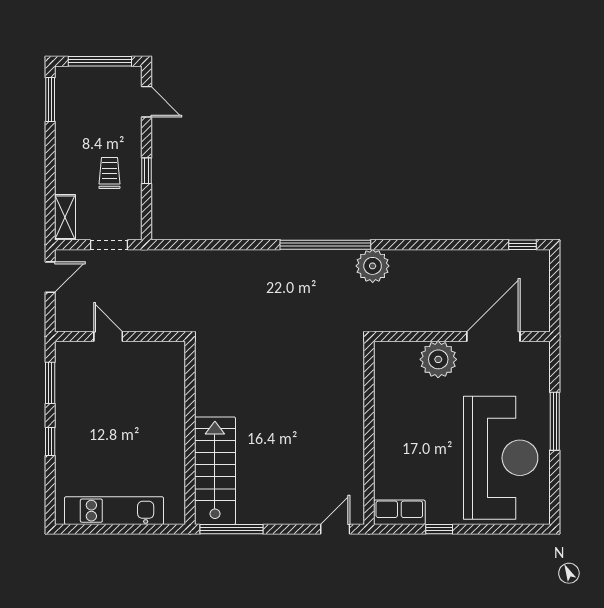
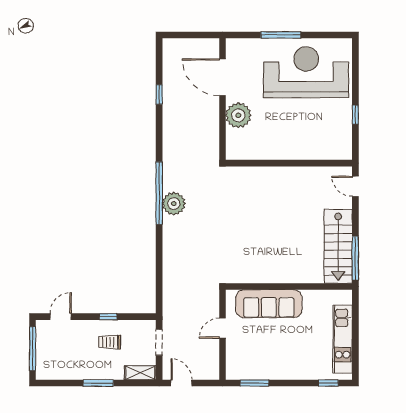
window: (50, 100) -> (98, 383), moved
window: (522, 245) -> (159, 94), moved
plant: (373, 266) -> (174, 204), moved
door: (108, 336) -> (222, 328), moved
sofa: (165, 404) -> (269, 304), added
window: (50, 442) -> (328, 383), moved
stairs: (215, 471) -> (338, 246), moved, turned -90
row of seats: (399, 512) -> (344, 142), removed

